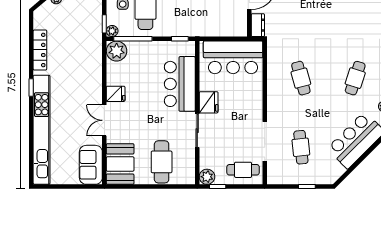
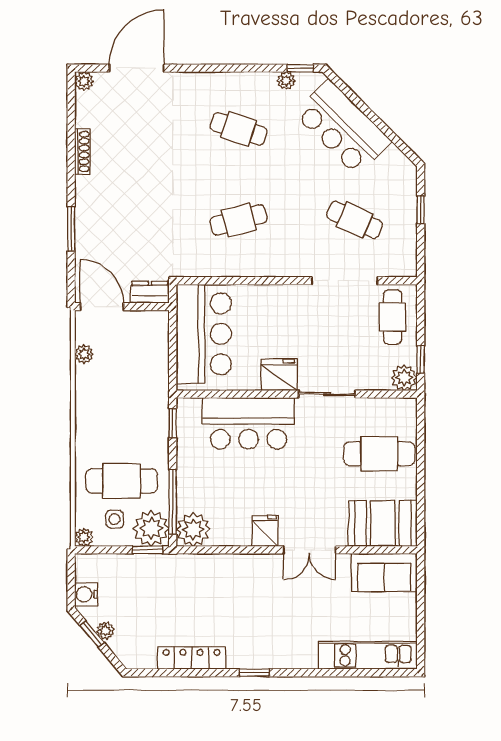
plant: (112, 31) -> (151, 528), width x1.88, depth x1.88
kitchen unit: (42, 130) -> (368, 655), width x0.54
cafe table: (301, 147) -> (355, 220), turned 30

